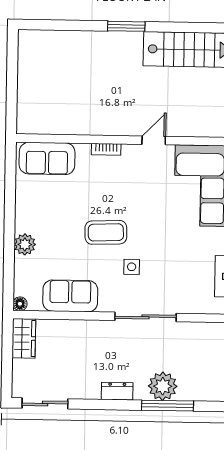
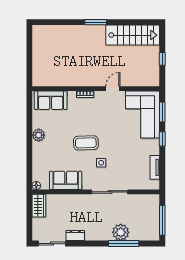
plant: (25, 244) -> (39, 135), moved
dresser: (117, 391) -> (75, 236), moved

